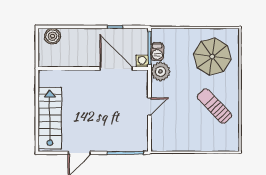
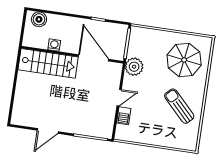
barbecue: (157, 52) -> (124, 116), moved
washing machine: (142, 61) -> (54, 45), moved
stairs: (50, 118) -> (48, 63), moved, turned 90

